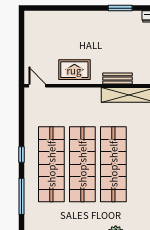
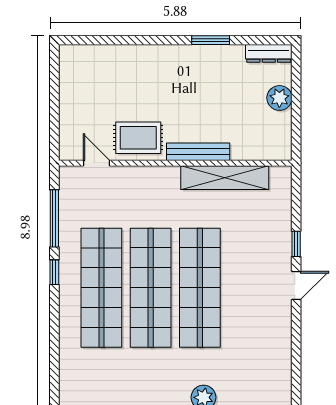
bench: (118, 78) -> (198, 152), width x1.36
door: (37, 86) -> (96, 163), moved
window: (22, 196) -> (54, 218), moved

